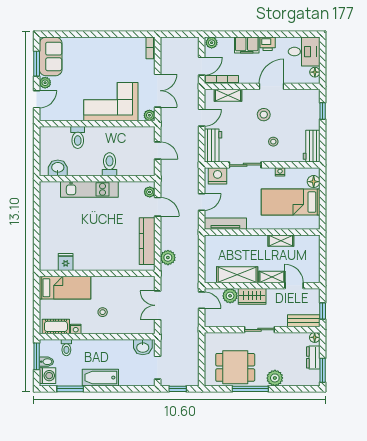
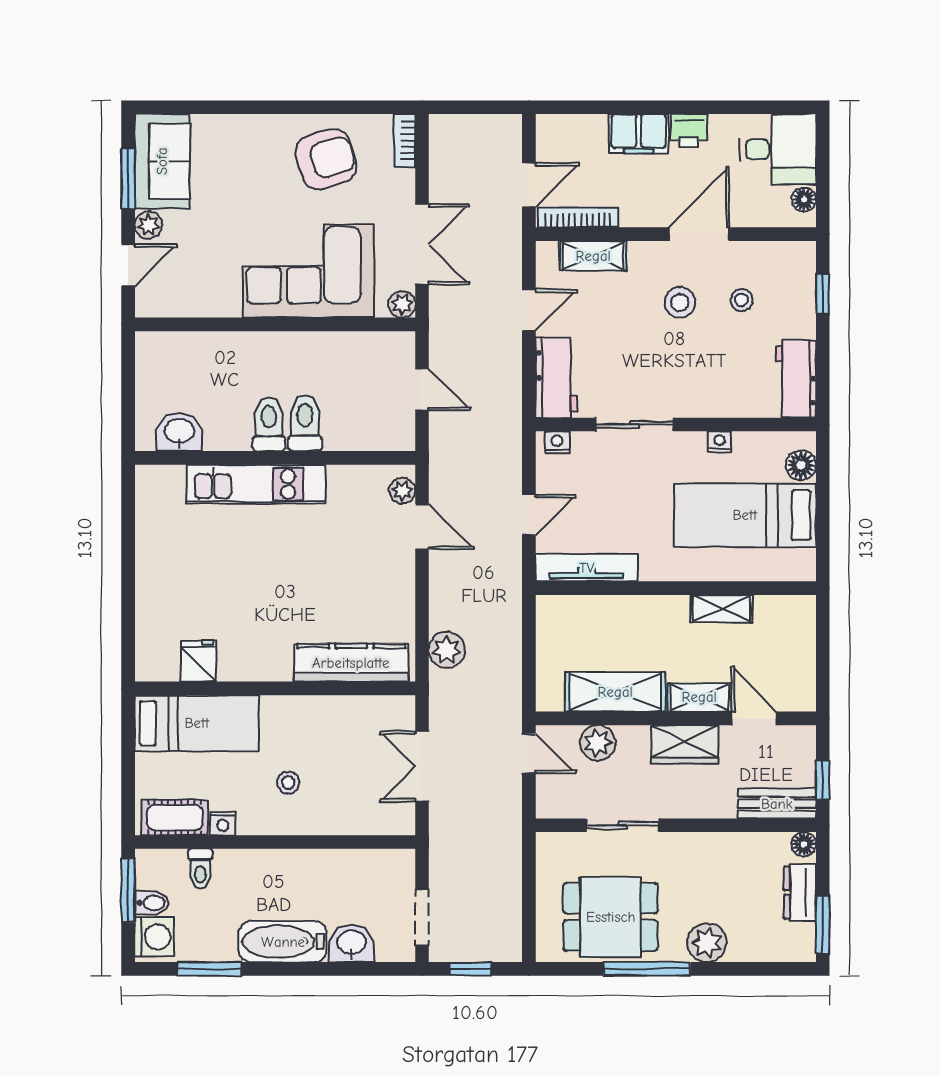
plant: (212, 43) -> (553, 128), removed
armchair: (118, 56) -> (326, 159), added
toilet: (78, 137) -> (269, 424), moved, turned 180
stool: (273, 142) -> (741, 300), moved
nightstand: (218, 176) -> (557, 442), width x0.53, depth x0.56
kitchen counter: (147, 241) -> (351, 663), moved, turned 90
wardrobe: (252, 296) -> (685, 744), moved
sliding door: (260, 330) -> (622, 825), moved
washbasin: (143, 347) -> (352, 943), moved, turned 180

